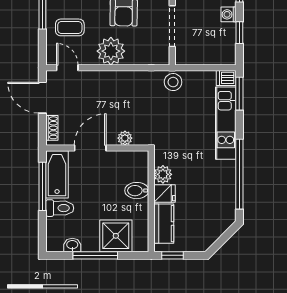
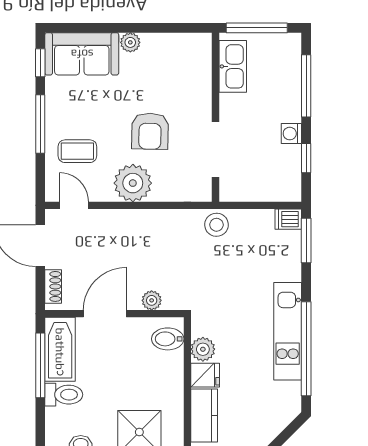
kitchen unit: (226, 123) -> (288, 331), moved
bidet: (137, 191) -> (168, 339), moved

